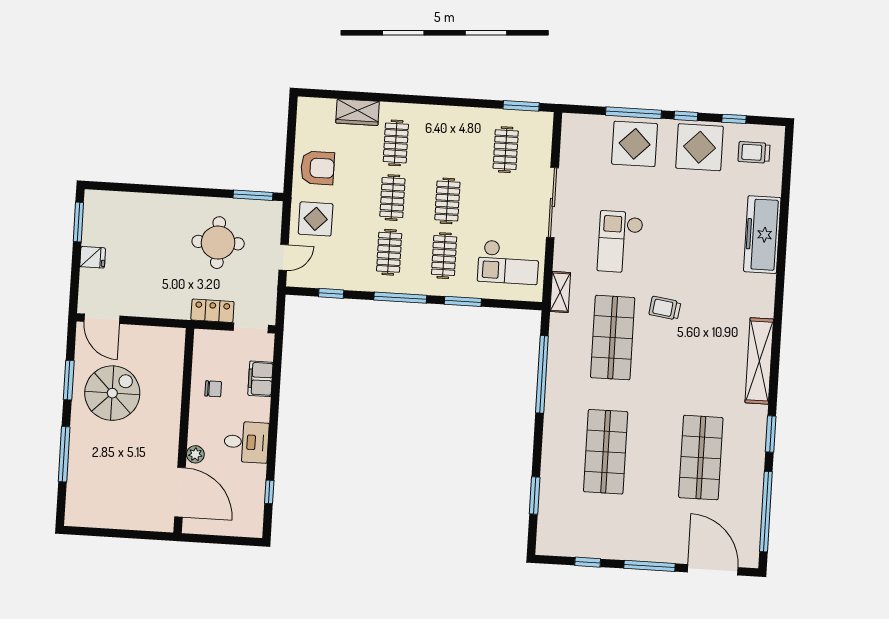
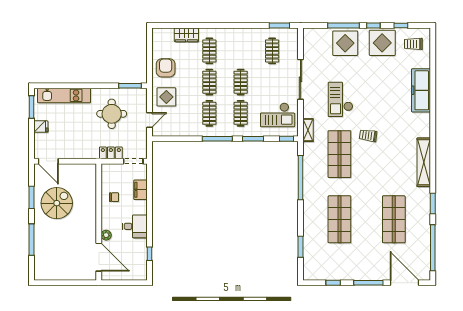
armchair: (317, 168) -> (166, 68), turned -90
kitchen unit: (136, 205) -> (64, 95), added
window: (331, 293) -> (287, 139), moved

